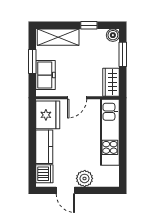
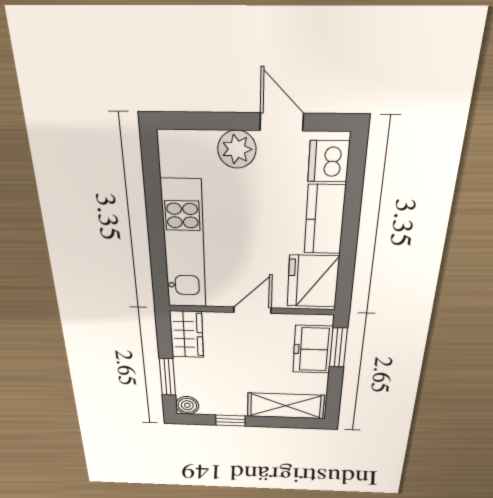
window: (32, 62) -> (338, 348), moved

